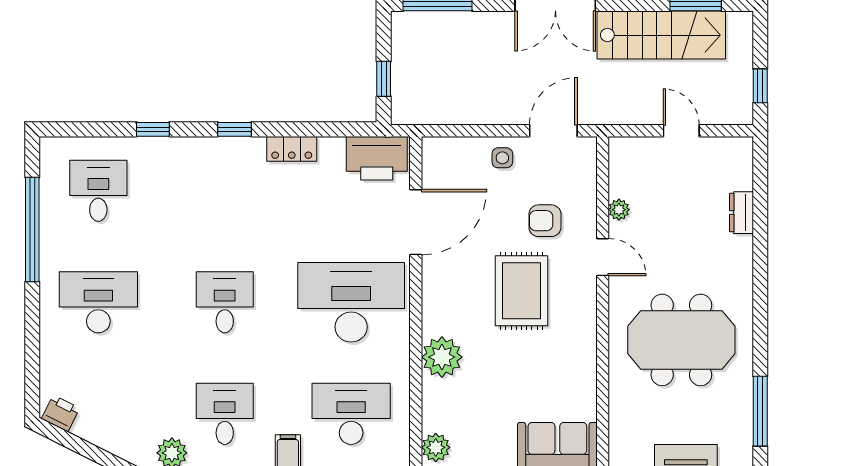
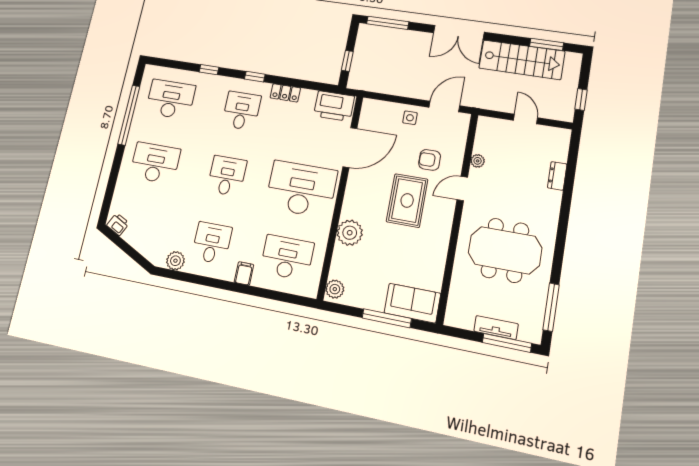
desk: (98, 191) -> (170, 99), width x1.37
desk: (225, 191) -> (241, 111), added
door: (603, 257) -> (462, 189), swing flipped

